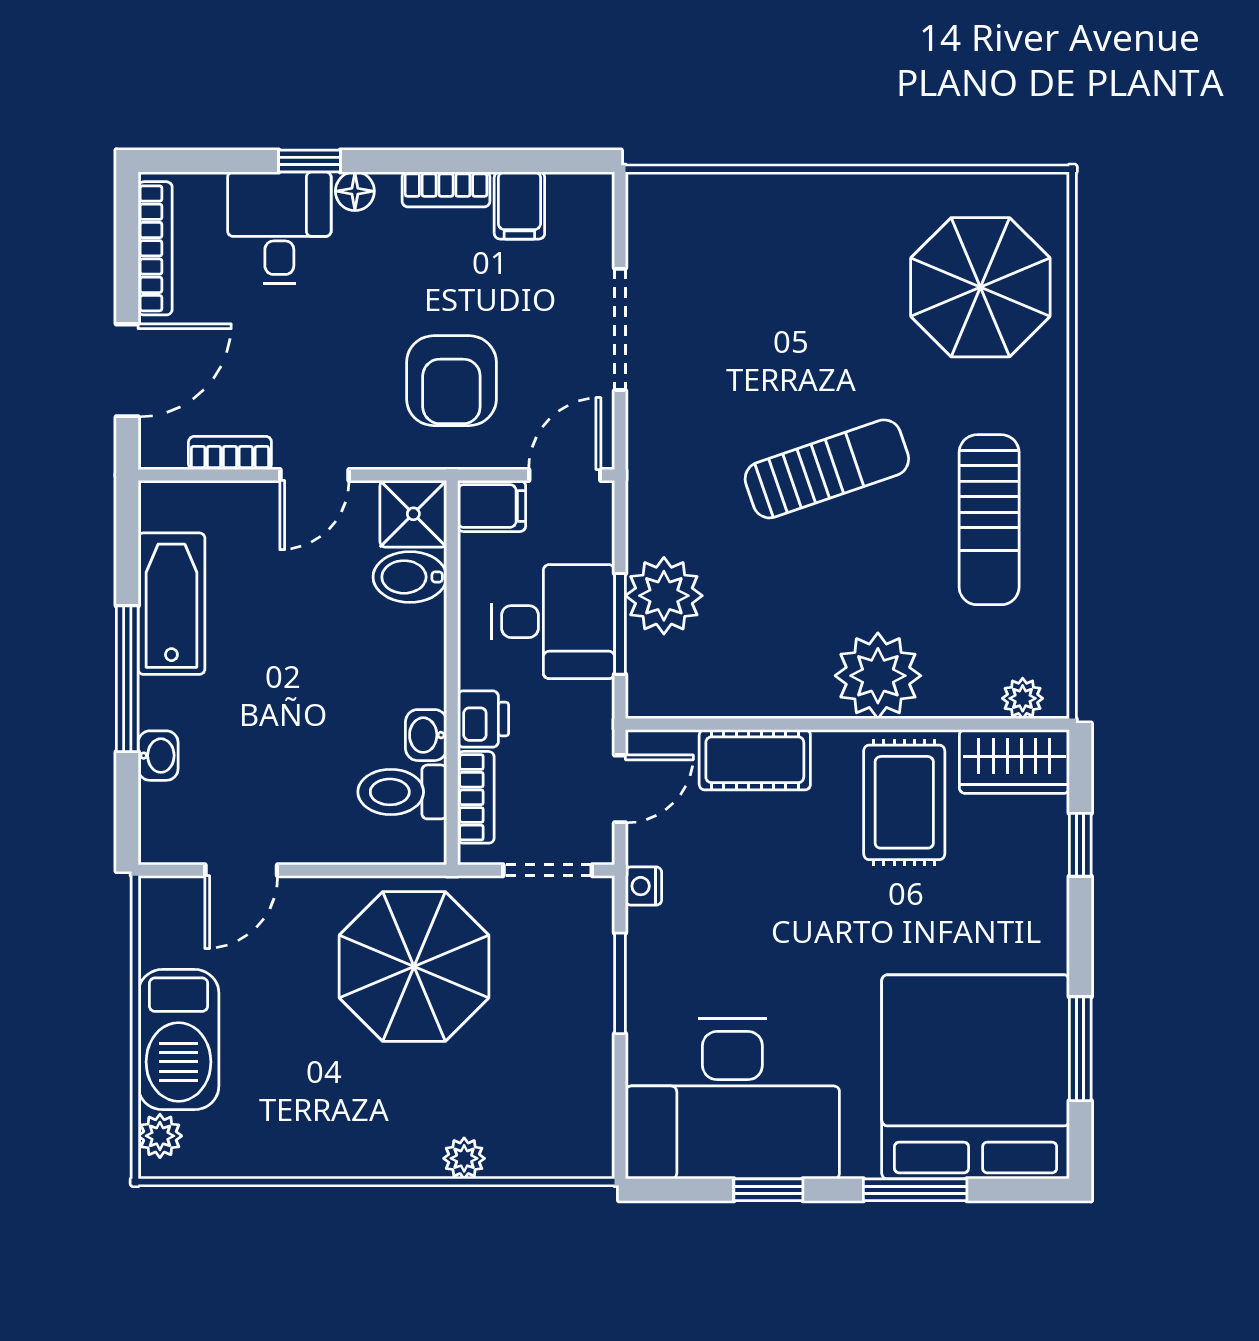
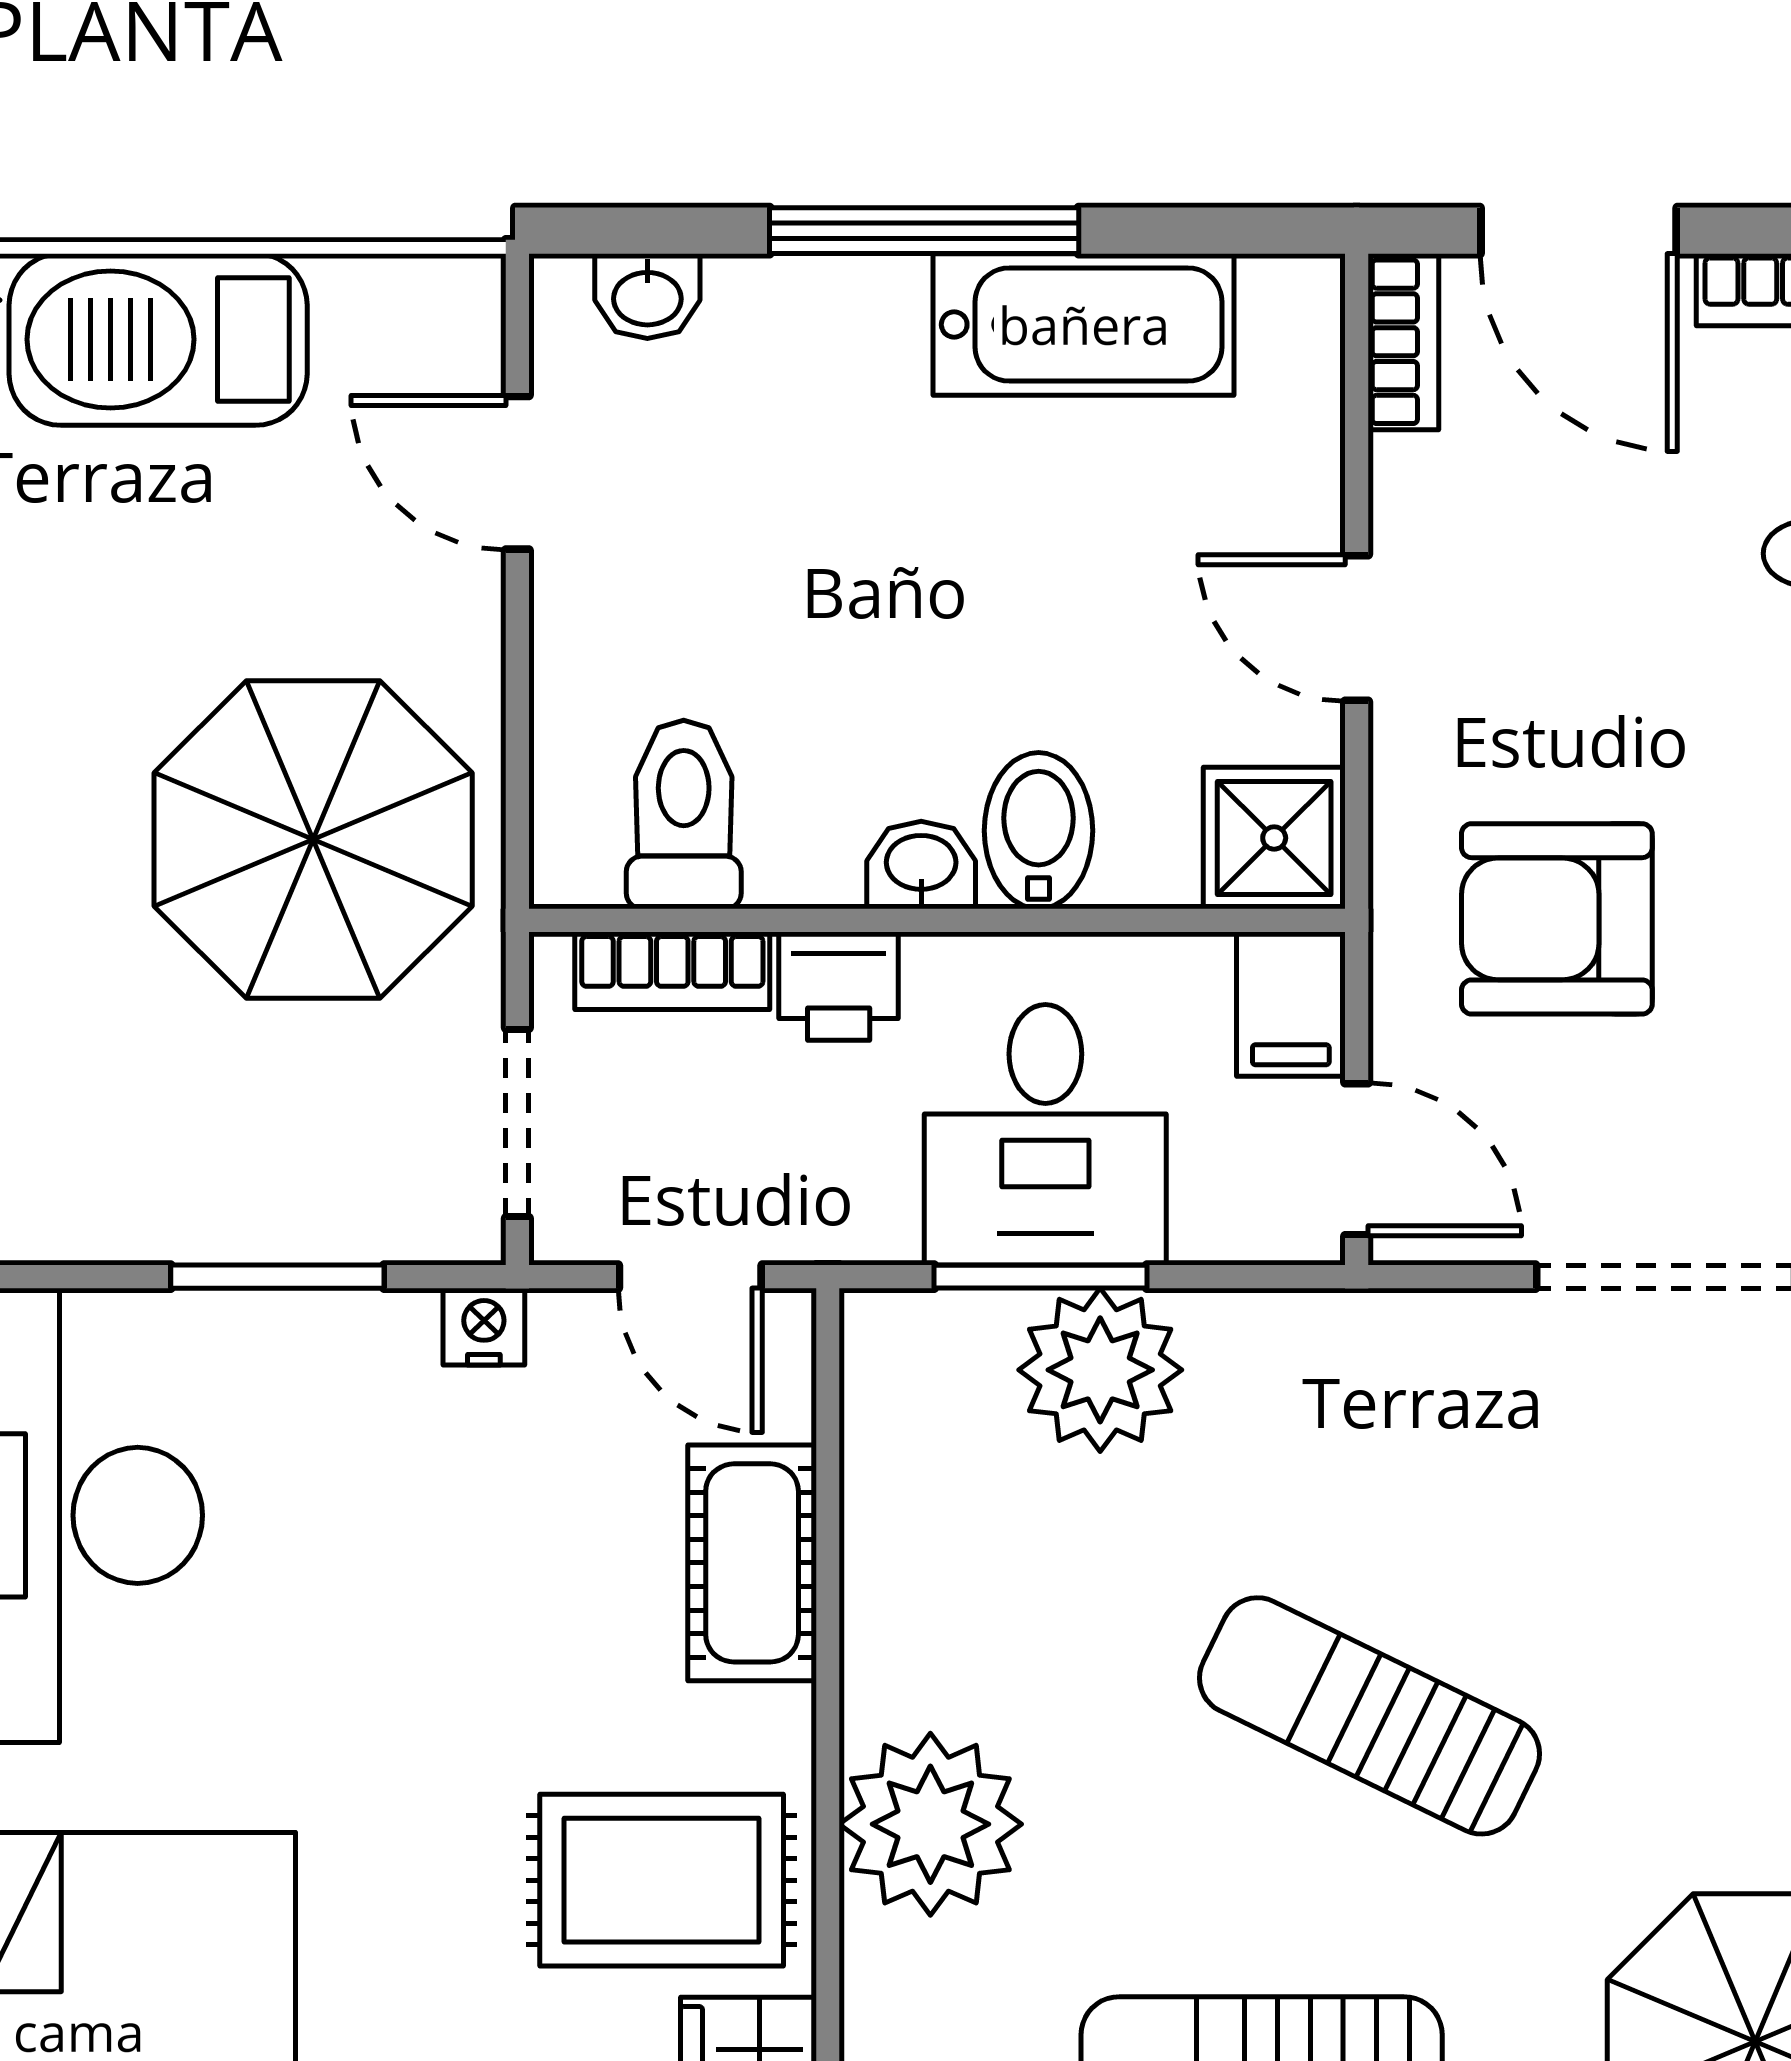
bookcase: (230, 453) -> (1403, 342), moved
sun lounger: (827, 469) -> (1370, 1716), turned 135
bidet: (410, 577) -> (1039, 831), moved
washbasin: (426, 735) -> (921, 865), moved
washbasin: (158, 756) -> (647, 296), moved

